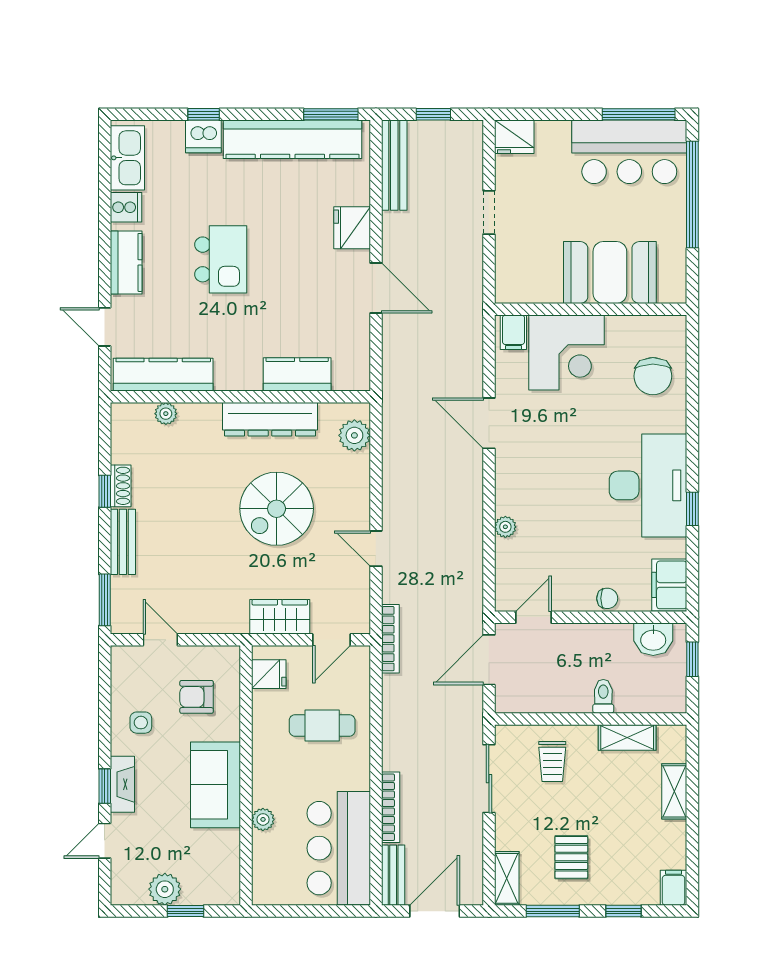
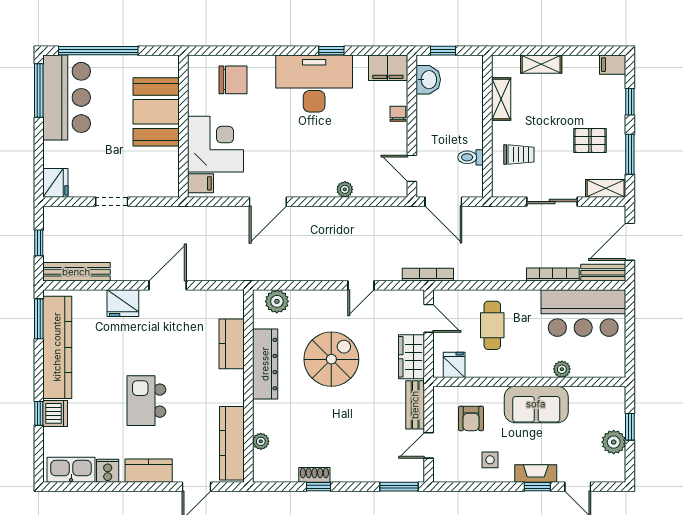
kitchen island: (221, 259) -> (146, 401), turned -90
spiral stairs: (277, 509) -> (331, 359), turned -90
bench: (123, 542) -> (415, 405), moved, turned 90
toilet: (603, 696) -> (471, 157), moved
sliding door: (489, 779) -> (552, 202), moved
door: (435, 911) -> (630, 242), hinge flipped

